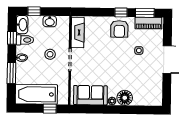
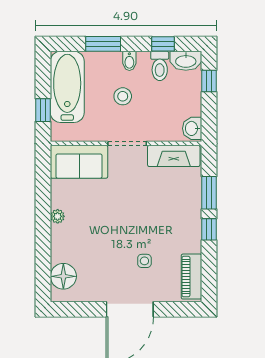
window: (145, 13) -> (209, 193), moved
washbasin: (50, 21) -> (192, 128), moved
armchair: (119, 29) -> (181, 227), removed
stool: (50, 54) -> (123, 96), moved
sofa: (90, 95) -> (79, 162), moved, turned 90
floor lamp: (125, 98) -> (63, 276), moved

